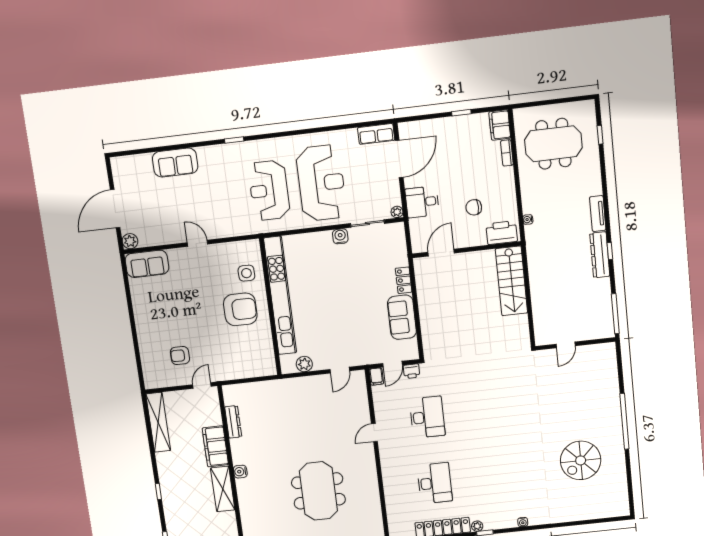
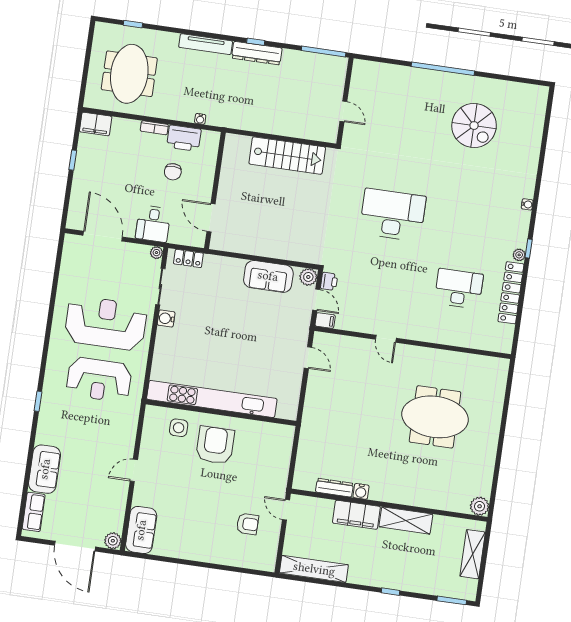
row of seats: (376, 134) -> (34, 512), moved
bookcase: (507, 153) -> (154, 128), moved
tv unit: (598, 214) -> (206, 44), width x1.41
printer: (502, 233) -> (184, 138), moved, turned -90
locker: (404, 280) -> (188, 258), moved
stairs: (512, 281) -> (287, 156), moved
armchair: (180, 356) -> (248, 524), turned -90
plant: (304, 364) -> (308, 277), moved
desk: (427, 417) -> (393, 215), moved, width x1.36, depth x1.30
water cooler: (240, 472) -> (361, 491), moved

